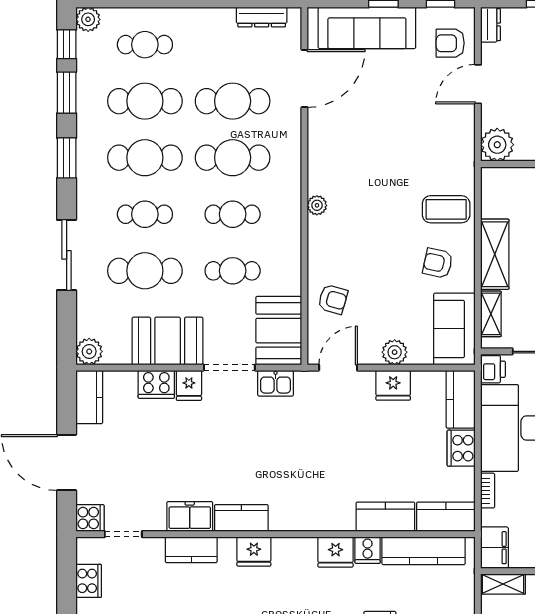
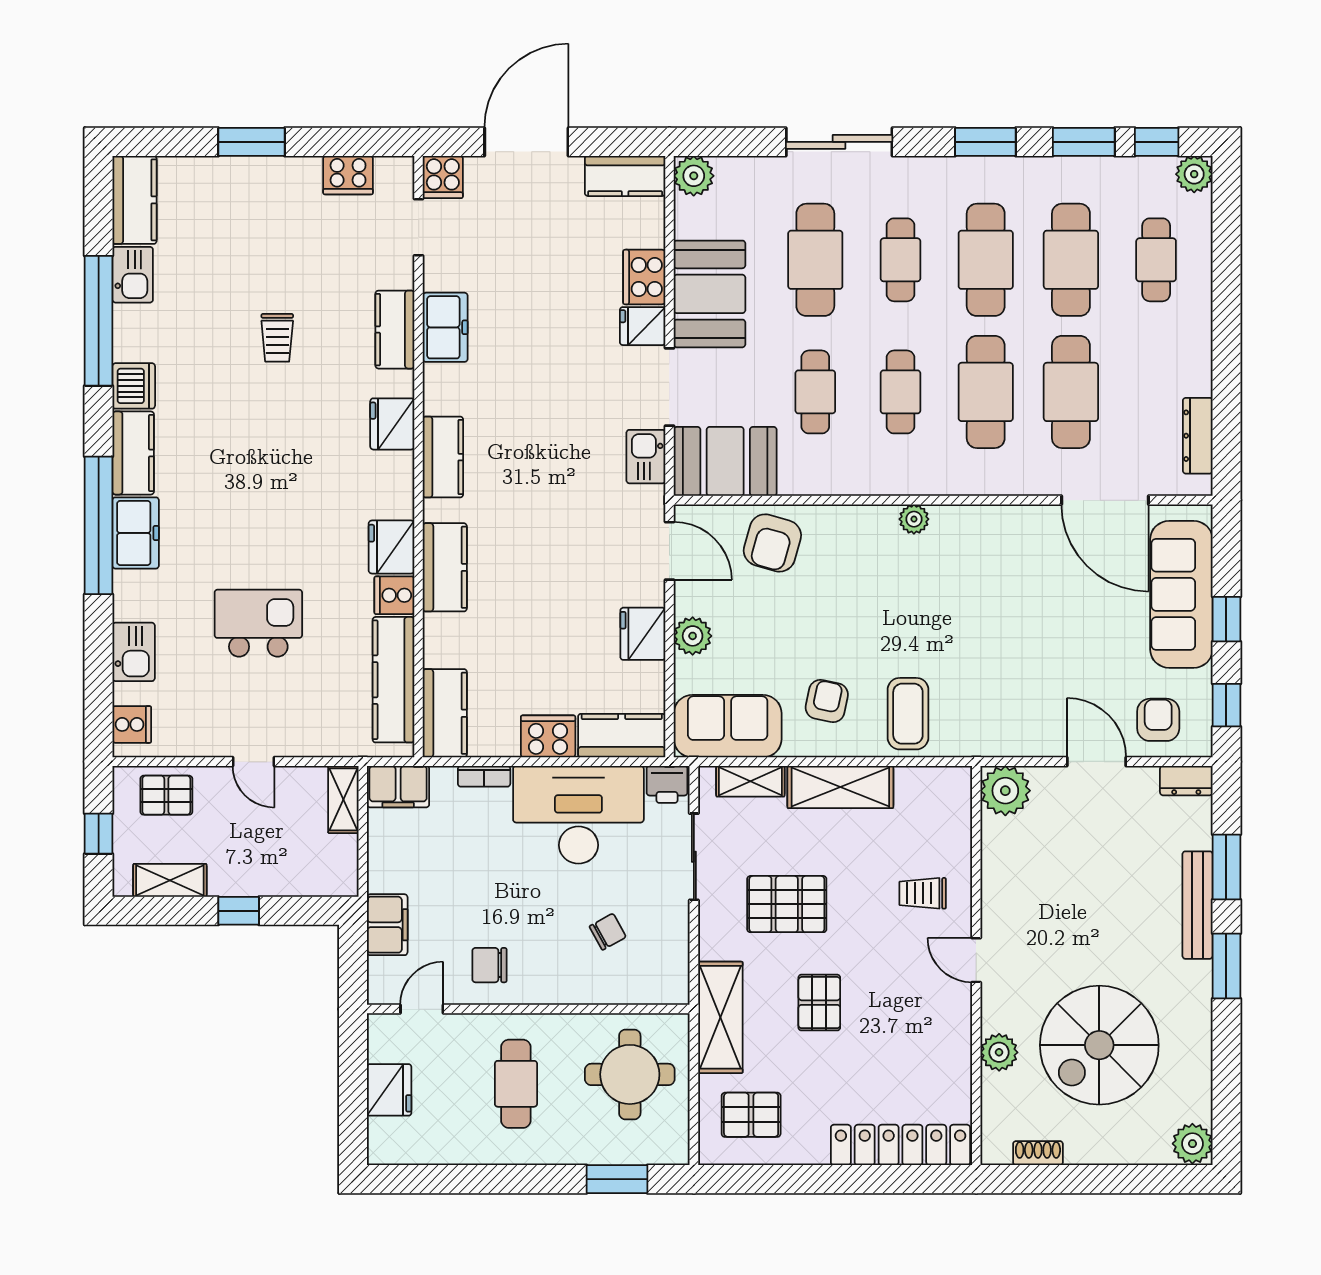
armchair: (333, 299) -> (772, 543), width x1.38, depth x1.38
kitchen counter: (385, 517) -> (445, 567), moved
kitchen counter: (241, 518) -> (443, 457), moved

